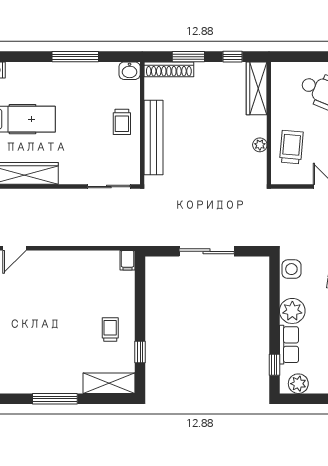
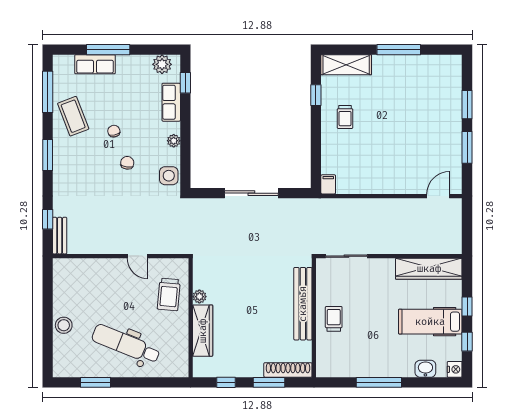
washbasin: (130, 71) -> (425, 369), moved
wardrobe: (257, 88) -> (203, 331), moved
plant: (292, 311) -> (174, 141), width x0.53, depth x0.53

